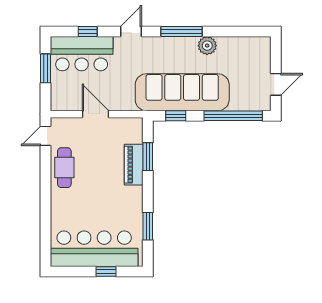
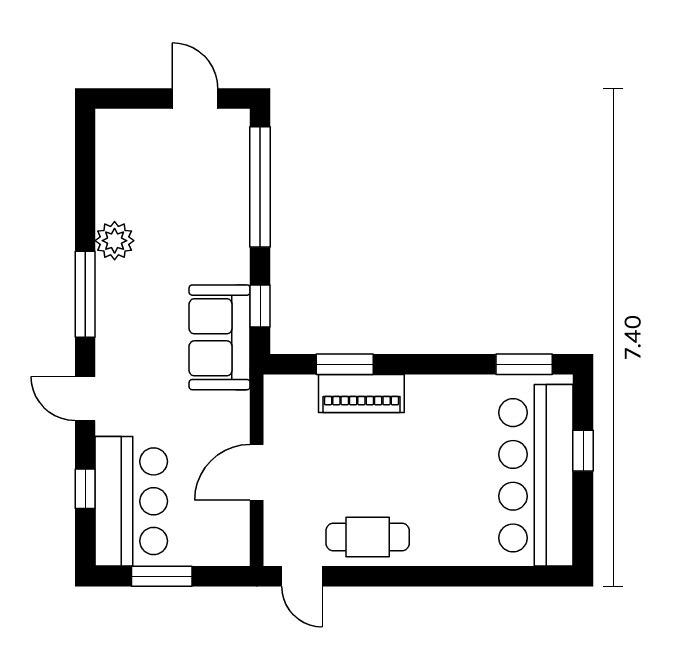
sofa: (182, 92) -> (220, 337), width x0.54, depth x0.79
window: (148, 226) -> (524, 364), moved

